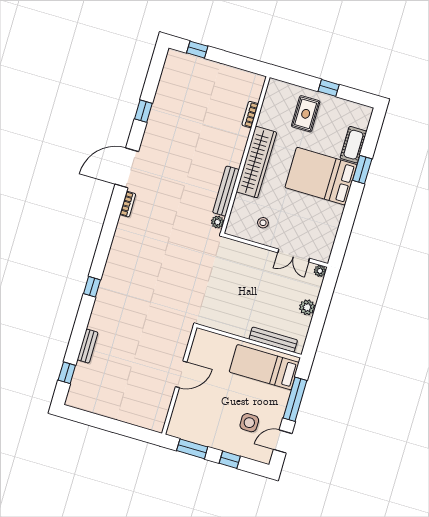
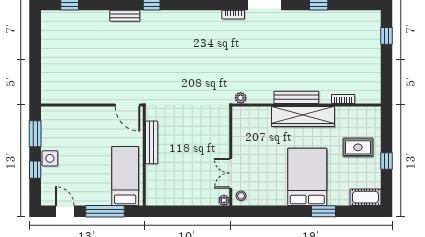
cot: (353, 145) -> (365, 197), moved
bench: (226, 191) -> (296, 97), moved
stool: (263, 223) -> (241, 196), moved
plant: (307, 307) -> (189, 198), removed
bench: (273, 340) -> (152, 142), moved
bench: (88, 346) -> (125, 16), moved
door: (181, 374) -> (127, 105), moved
side table: (249, 423) -> (50, 158), moved

